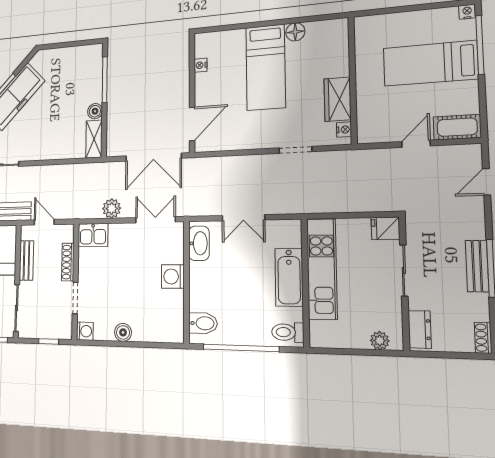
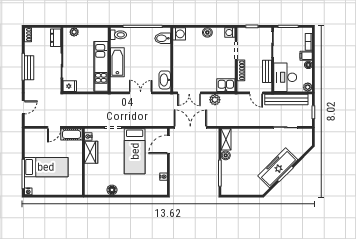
bed: (266, 67) -> (135, 151), moved, turned 180
cot: (457, 127) -> (72, 134), moved
washing machine: (173, 276) -> (179, 34), moved

